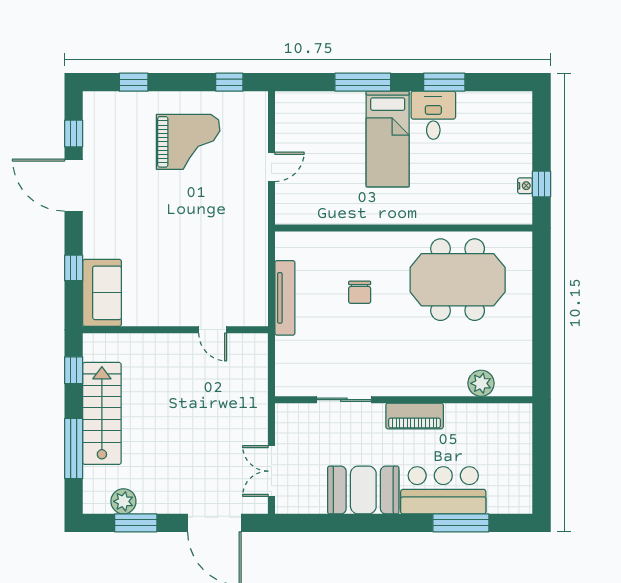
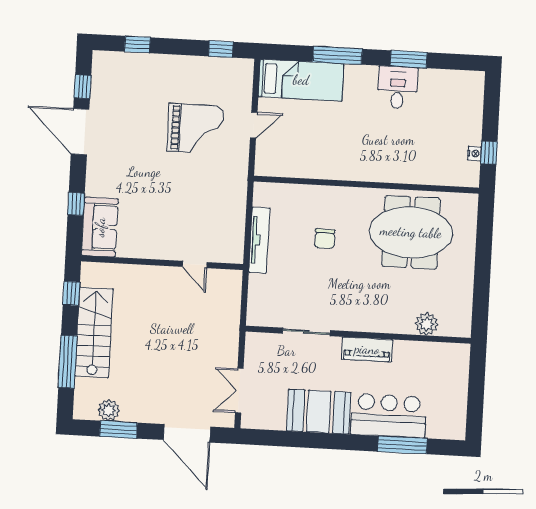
bed: (388, 139) -> (301, 80), moved, turned -90
grand piano: (188, 142) -> (195, 128), moved

